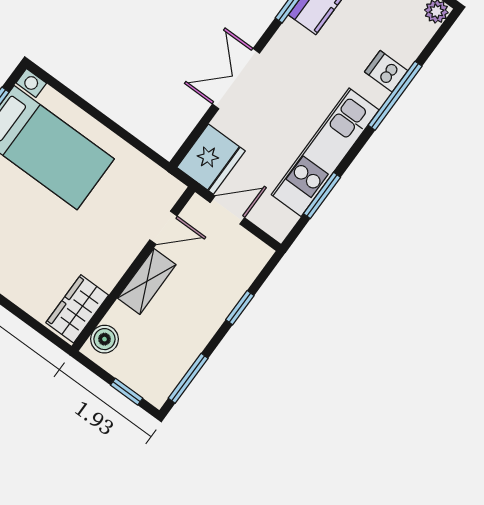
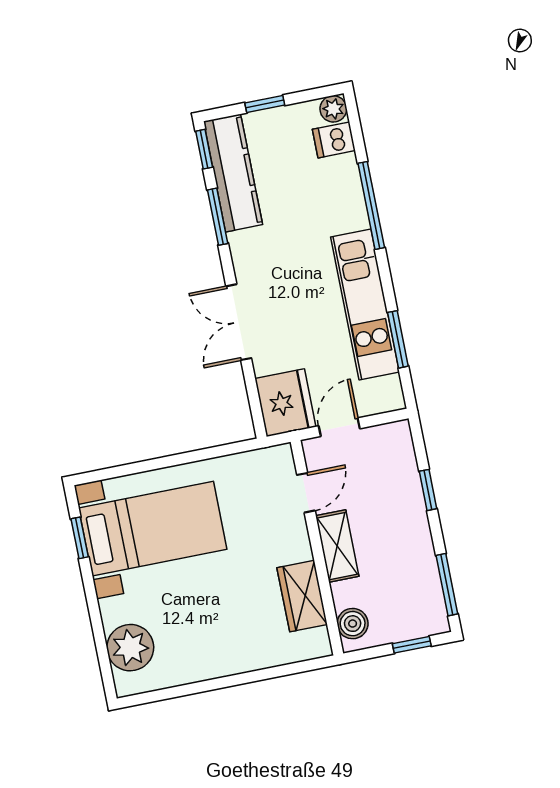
dishwasher: (386, 71) -> (334, 140), moved
wardrobe: (77, 309) -> (302, 596), moved

